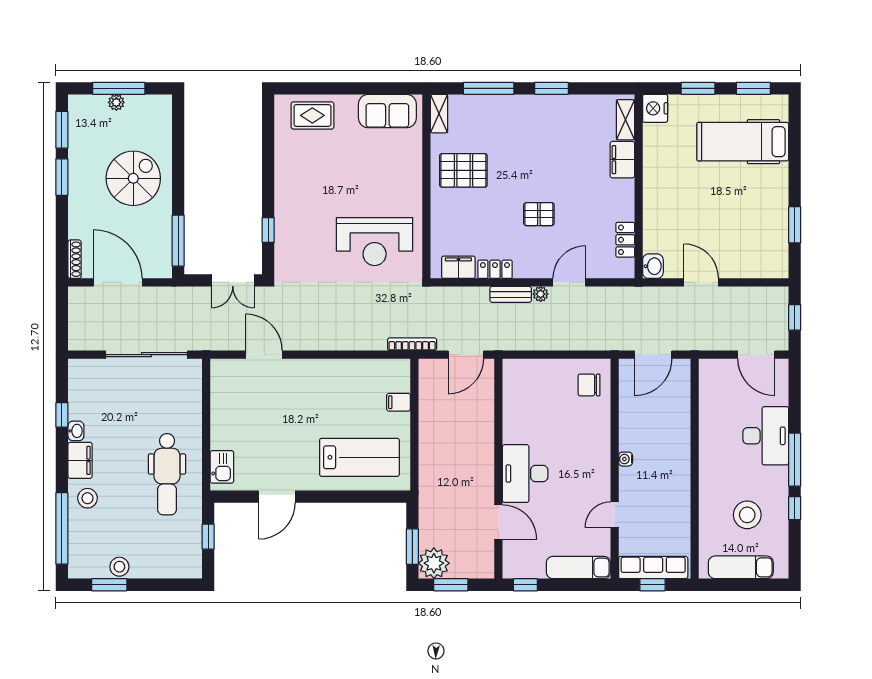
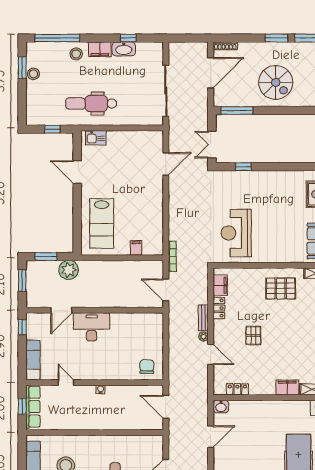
pallet: (463, 170) -> (281, 288), turned 90
washbasin: (76, 431) -> (124, 49), width x1.91, depth x1.45
plant: (434, 563) -> (69, 270), moved

